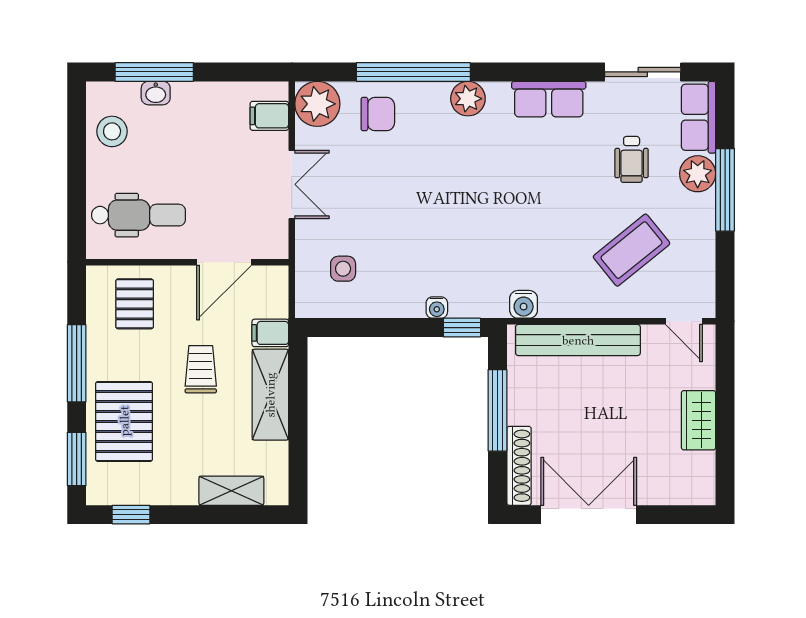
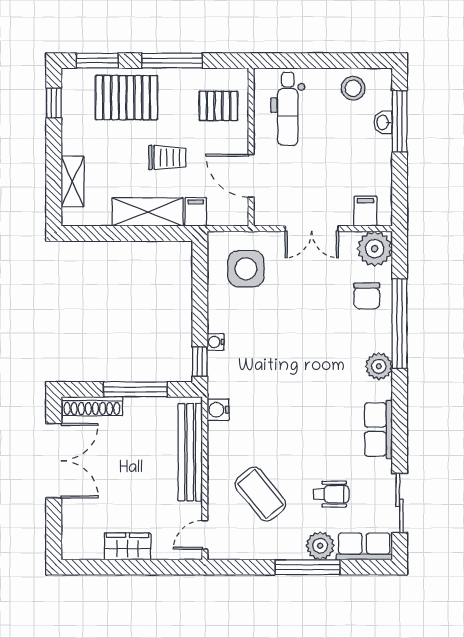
wheelchair: (632, 159) -> (331, 494), turned 180
side table: (343, 269) -> (246, 269), width x1.87, depth x1.87

